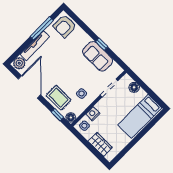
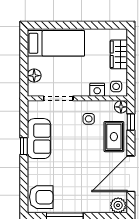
tv unit: (35, 46) -> (87, 207), removed

